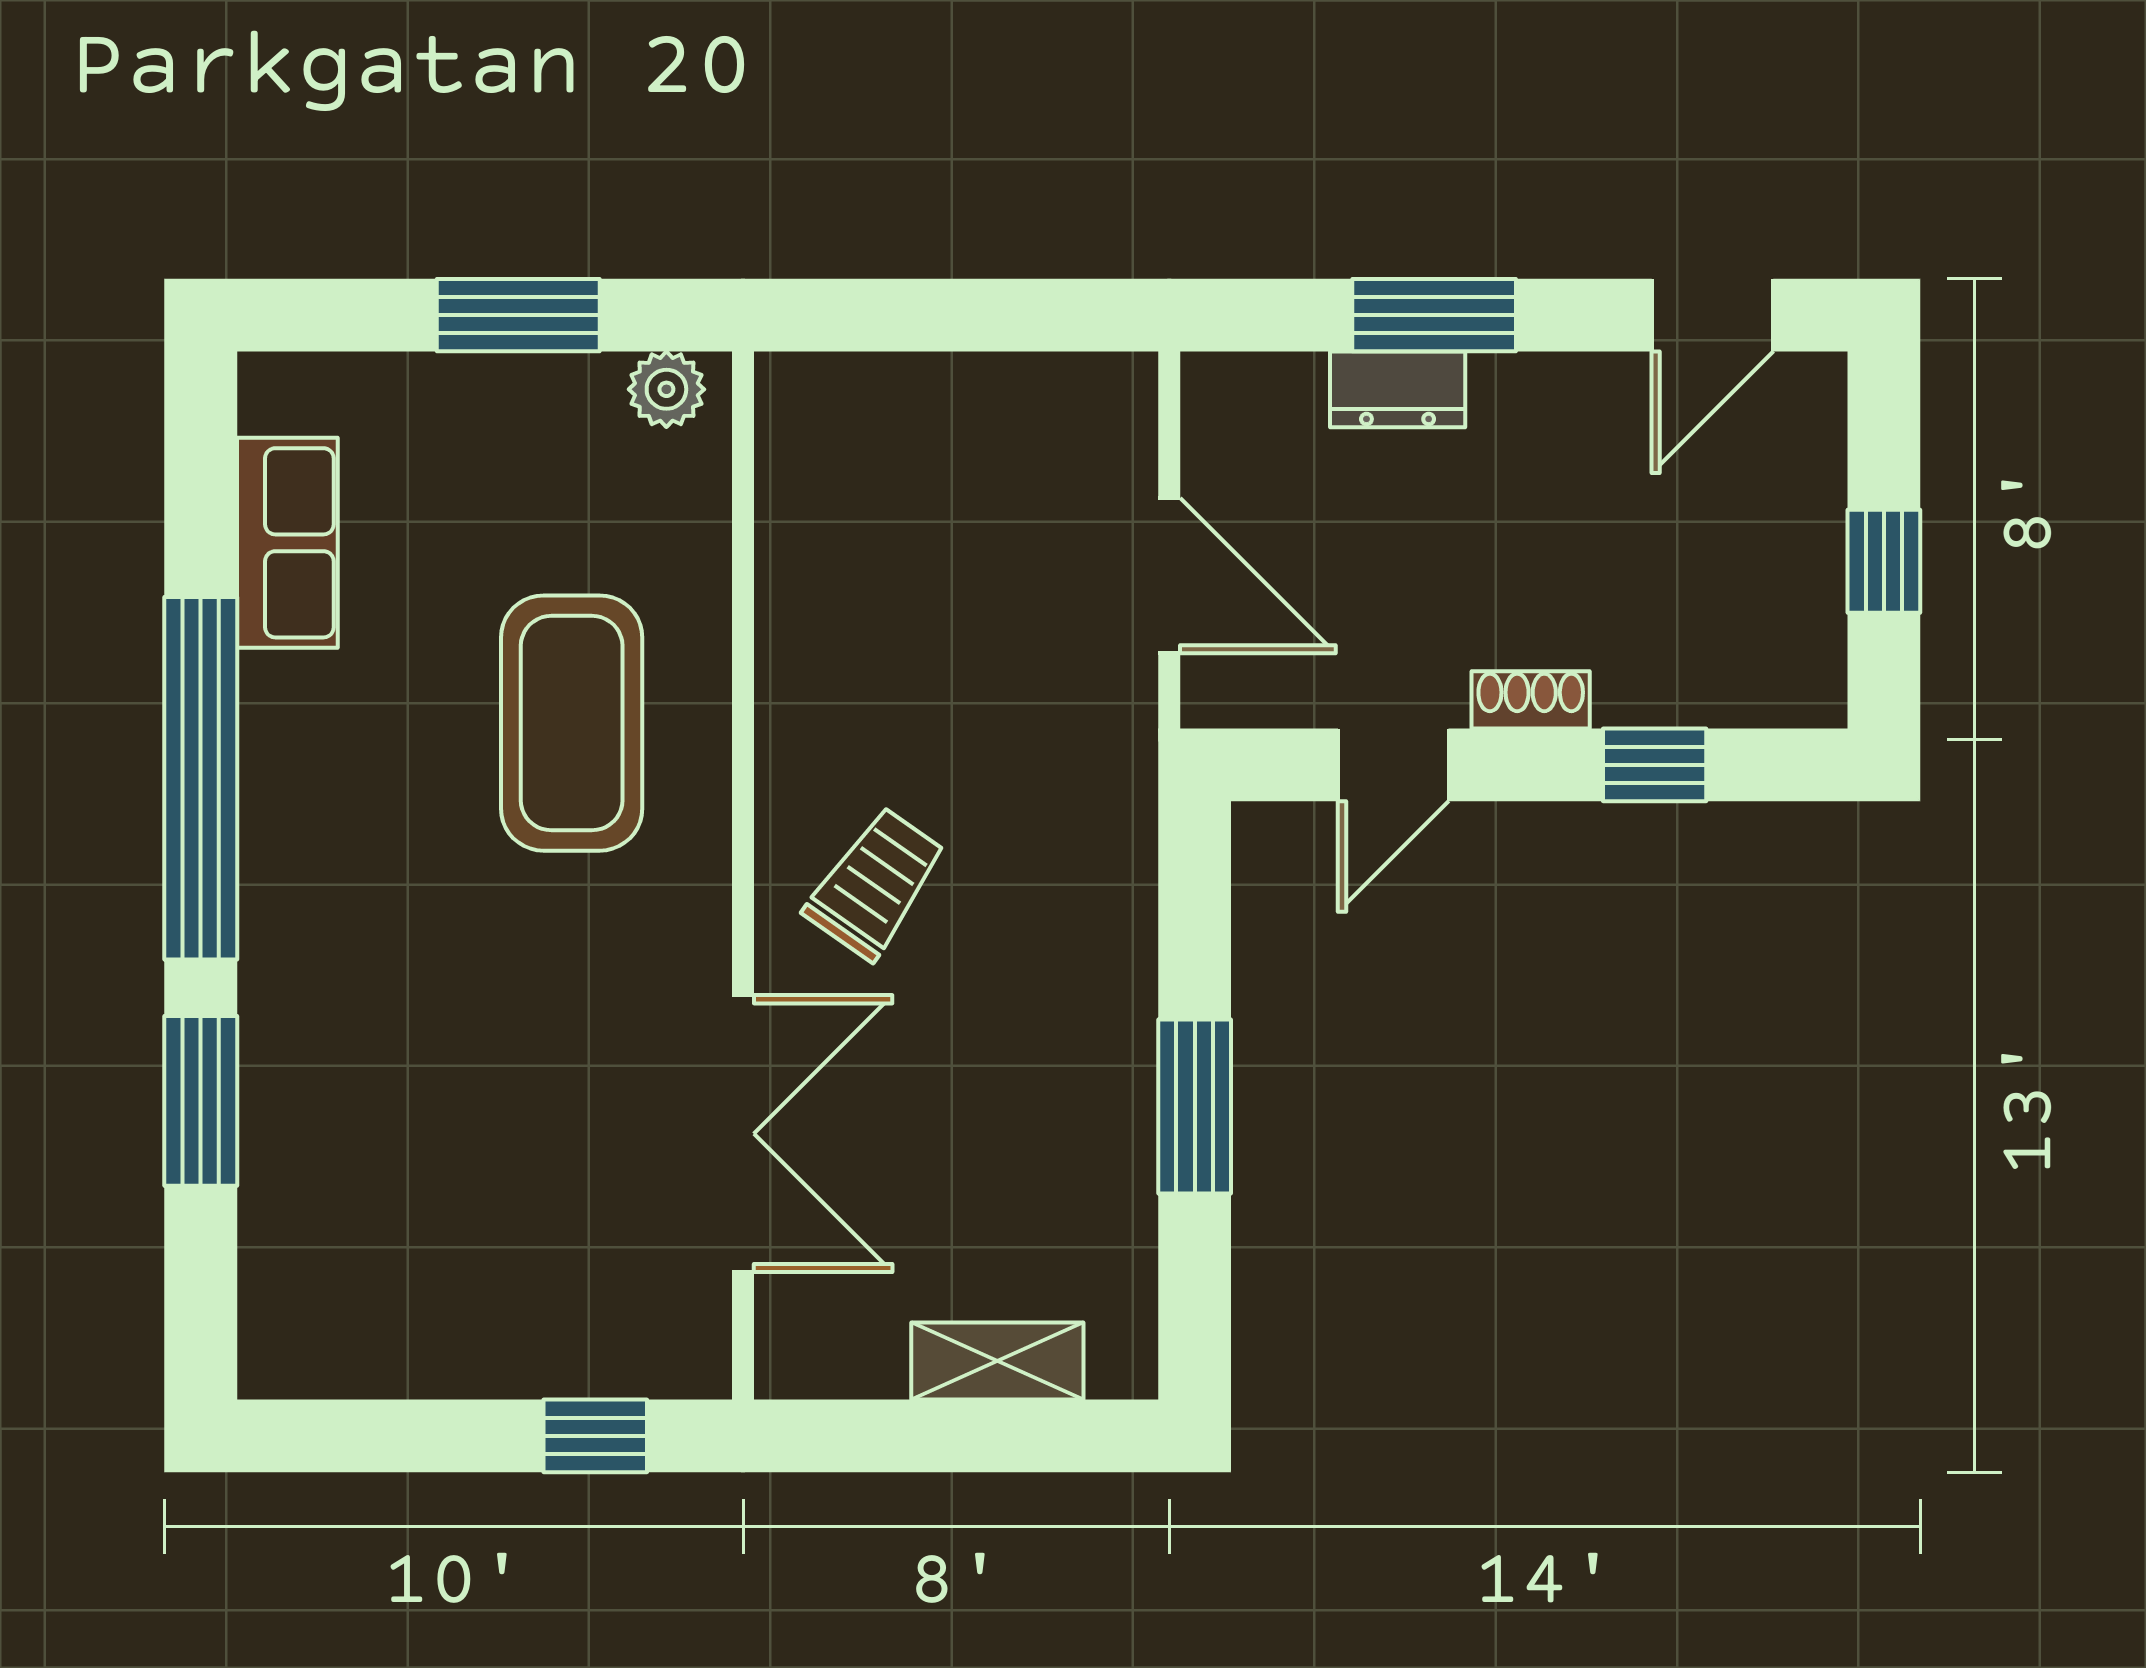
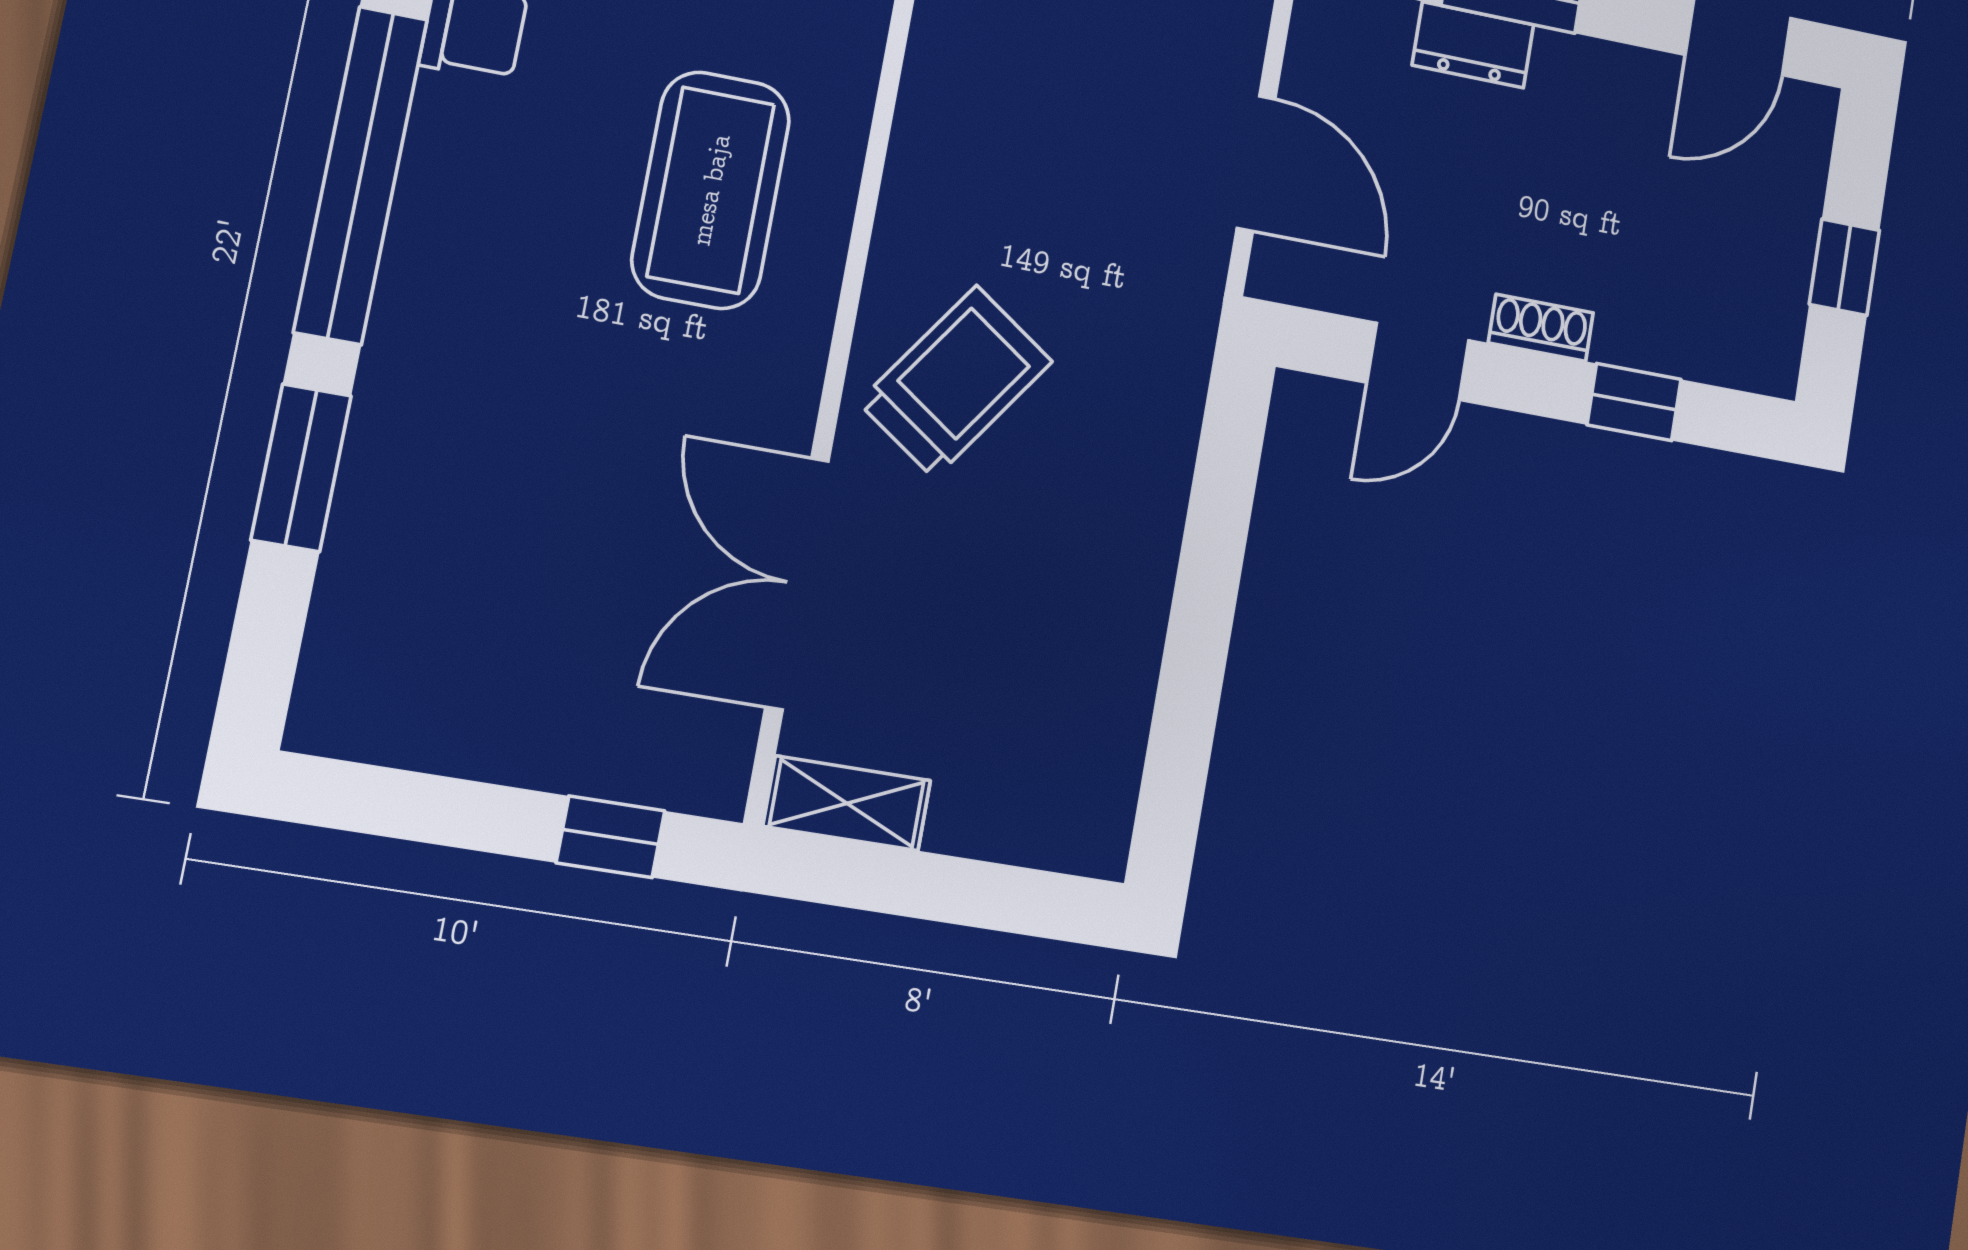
trolley: (875, 883) -> (955, 382), width x1.36, depth x1.39
window: (1195, 1107) -> (1200, 627), removed
double door: (743, 1134) -> (797, 583), swing flipped
shelving: (997, 1361) -> (847, 803), moved

